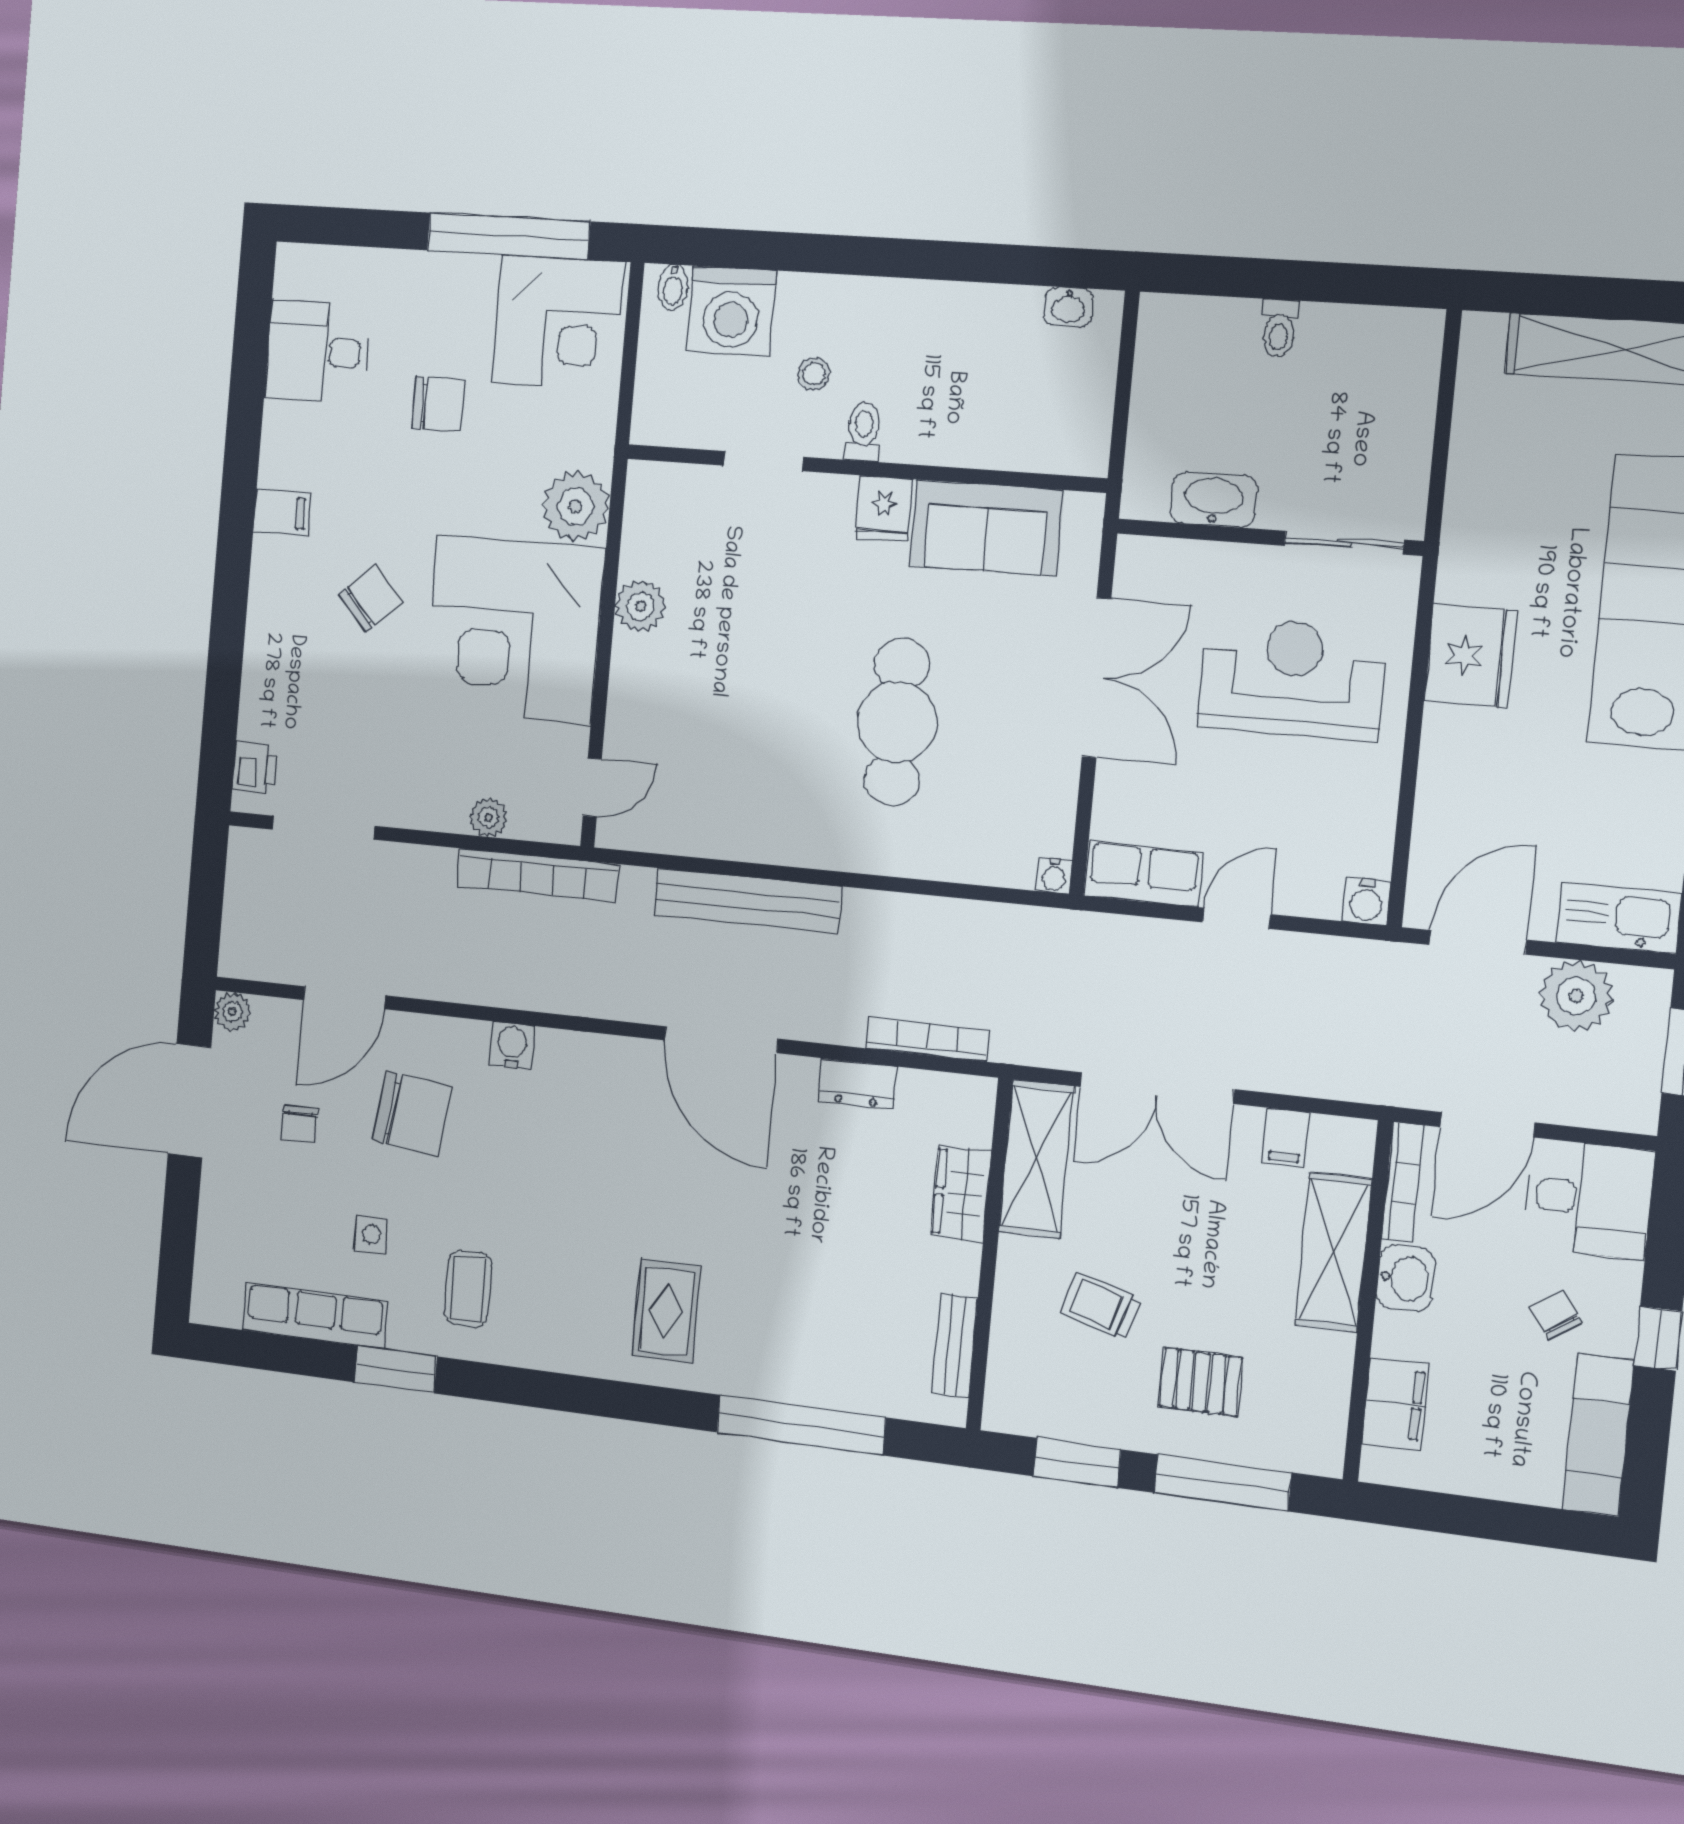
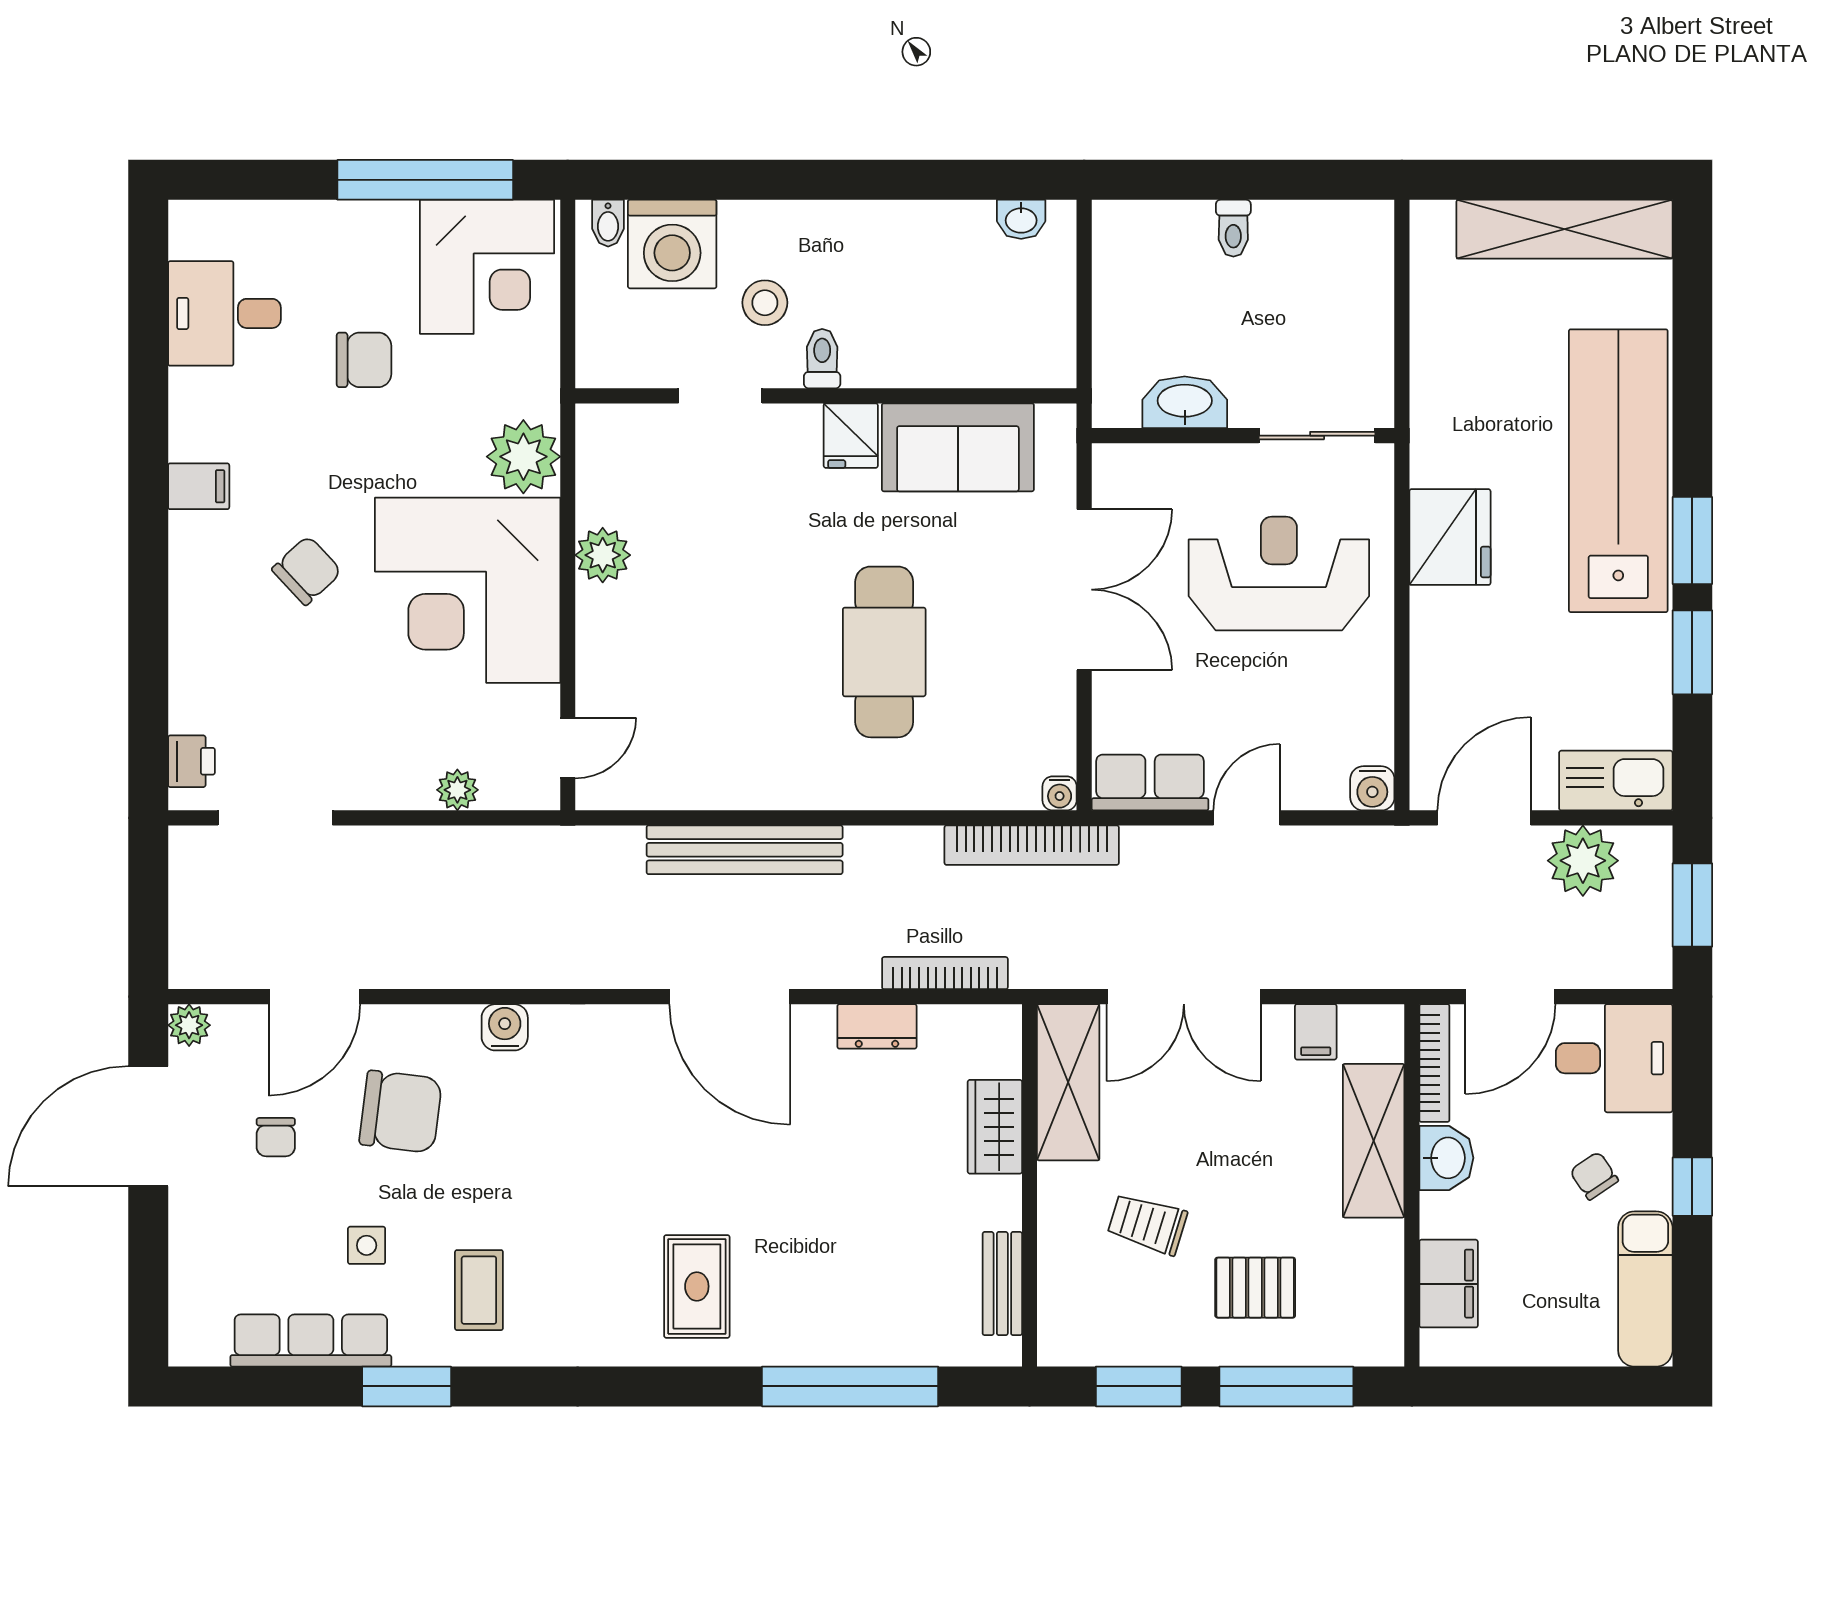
stool: (814, 374) -> (765, 303), width x1.37, depth x1.37
bookcase: (538, 875) -> (1032, 845), moved

